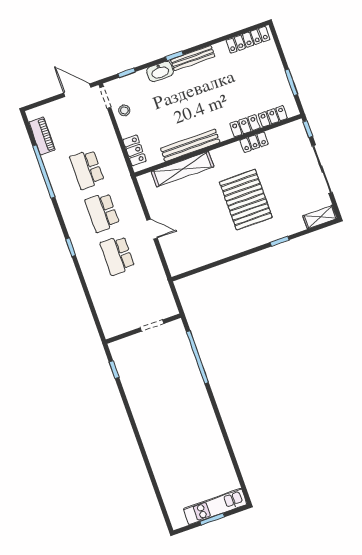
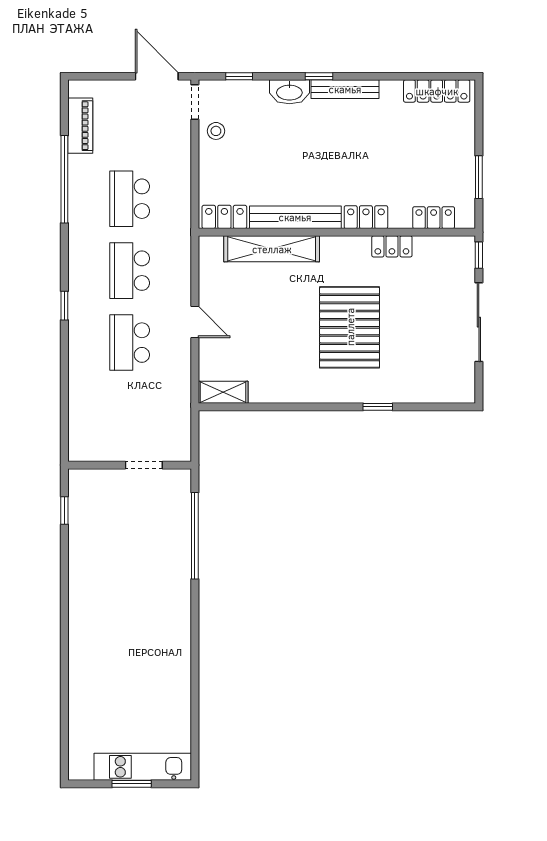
locker: (245, 126) -> (366, 217), moved
locker: (134, 150) -> (224, 217), moved, turned -90
shelving: (320, 217) -> (223, 392), moved

